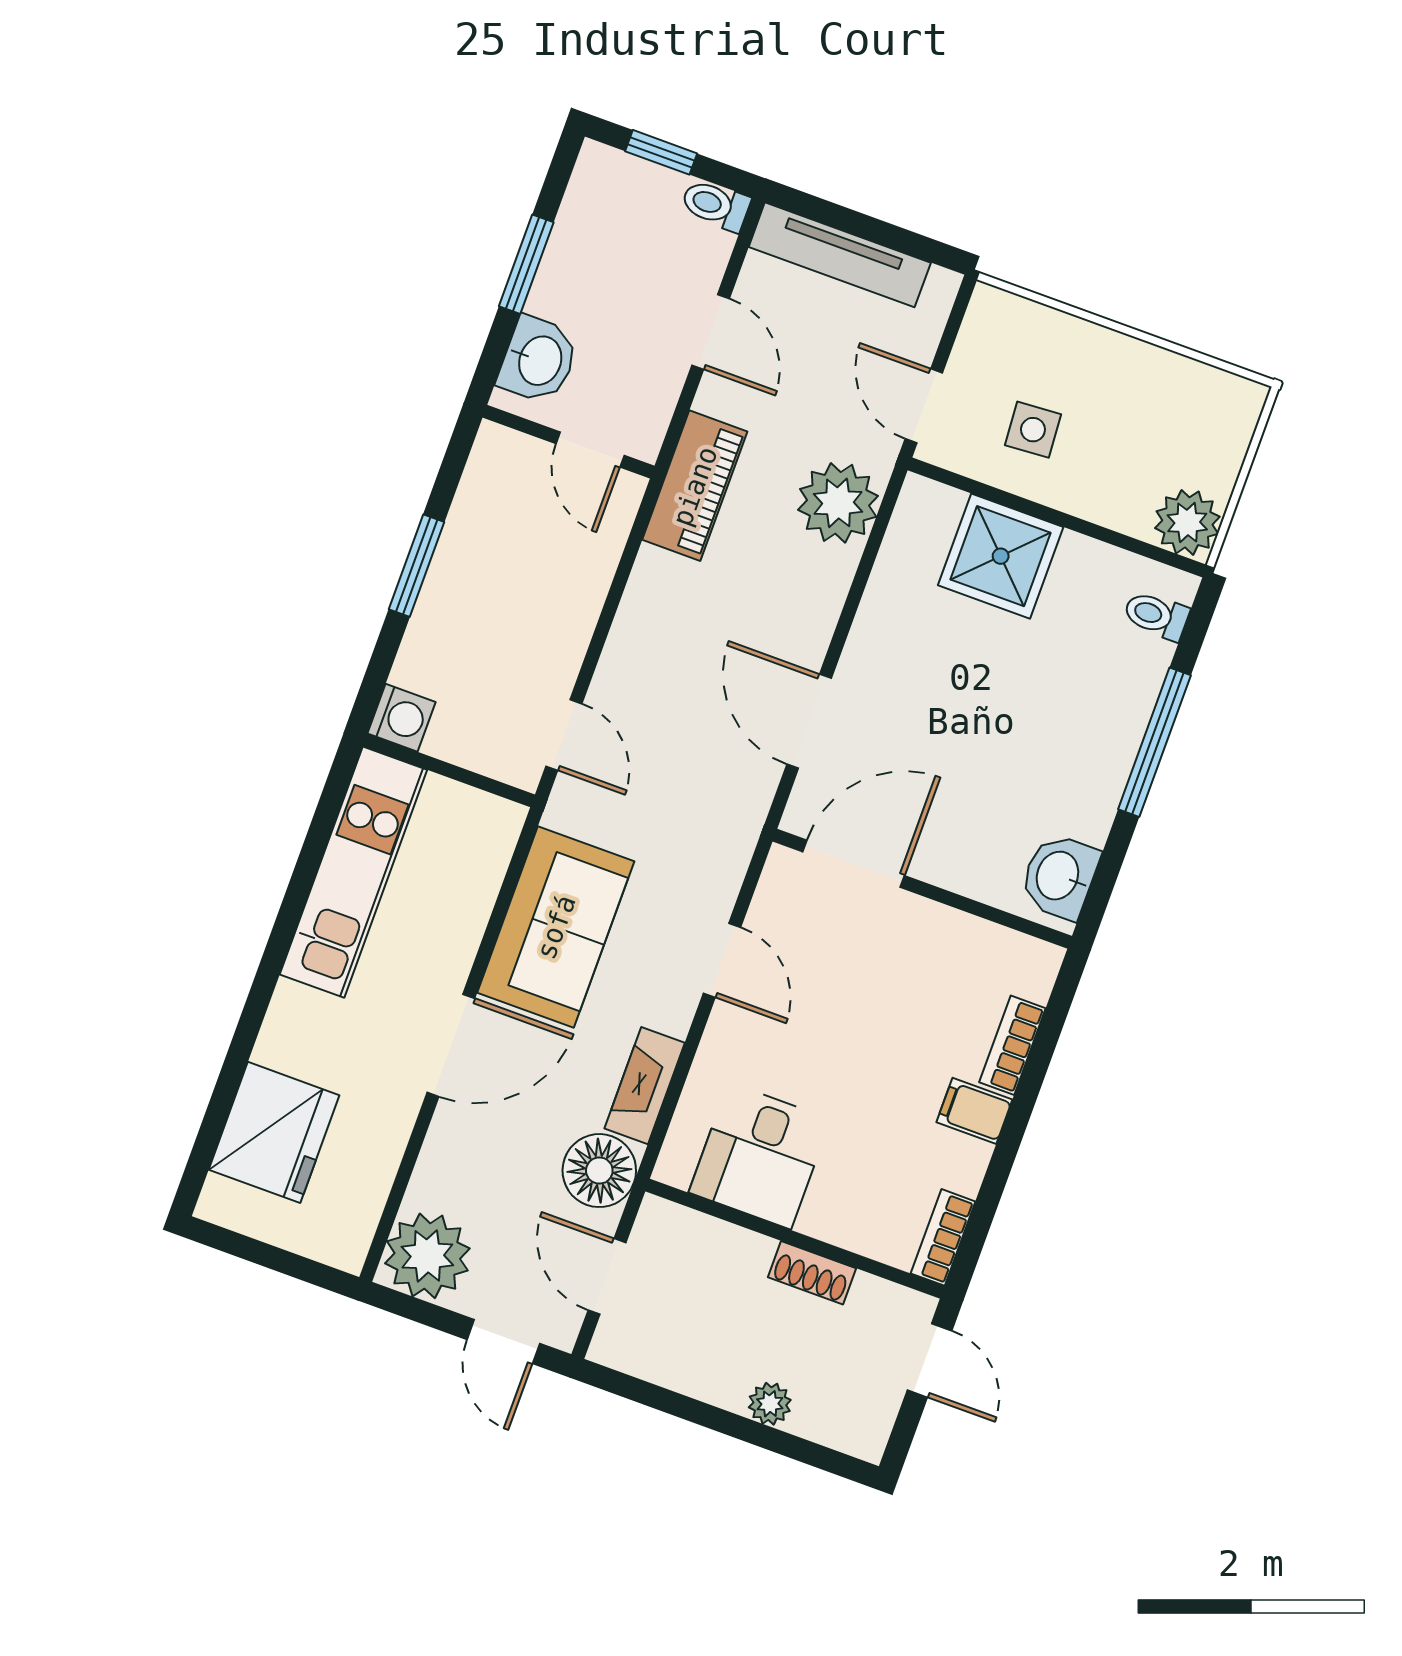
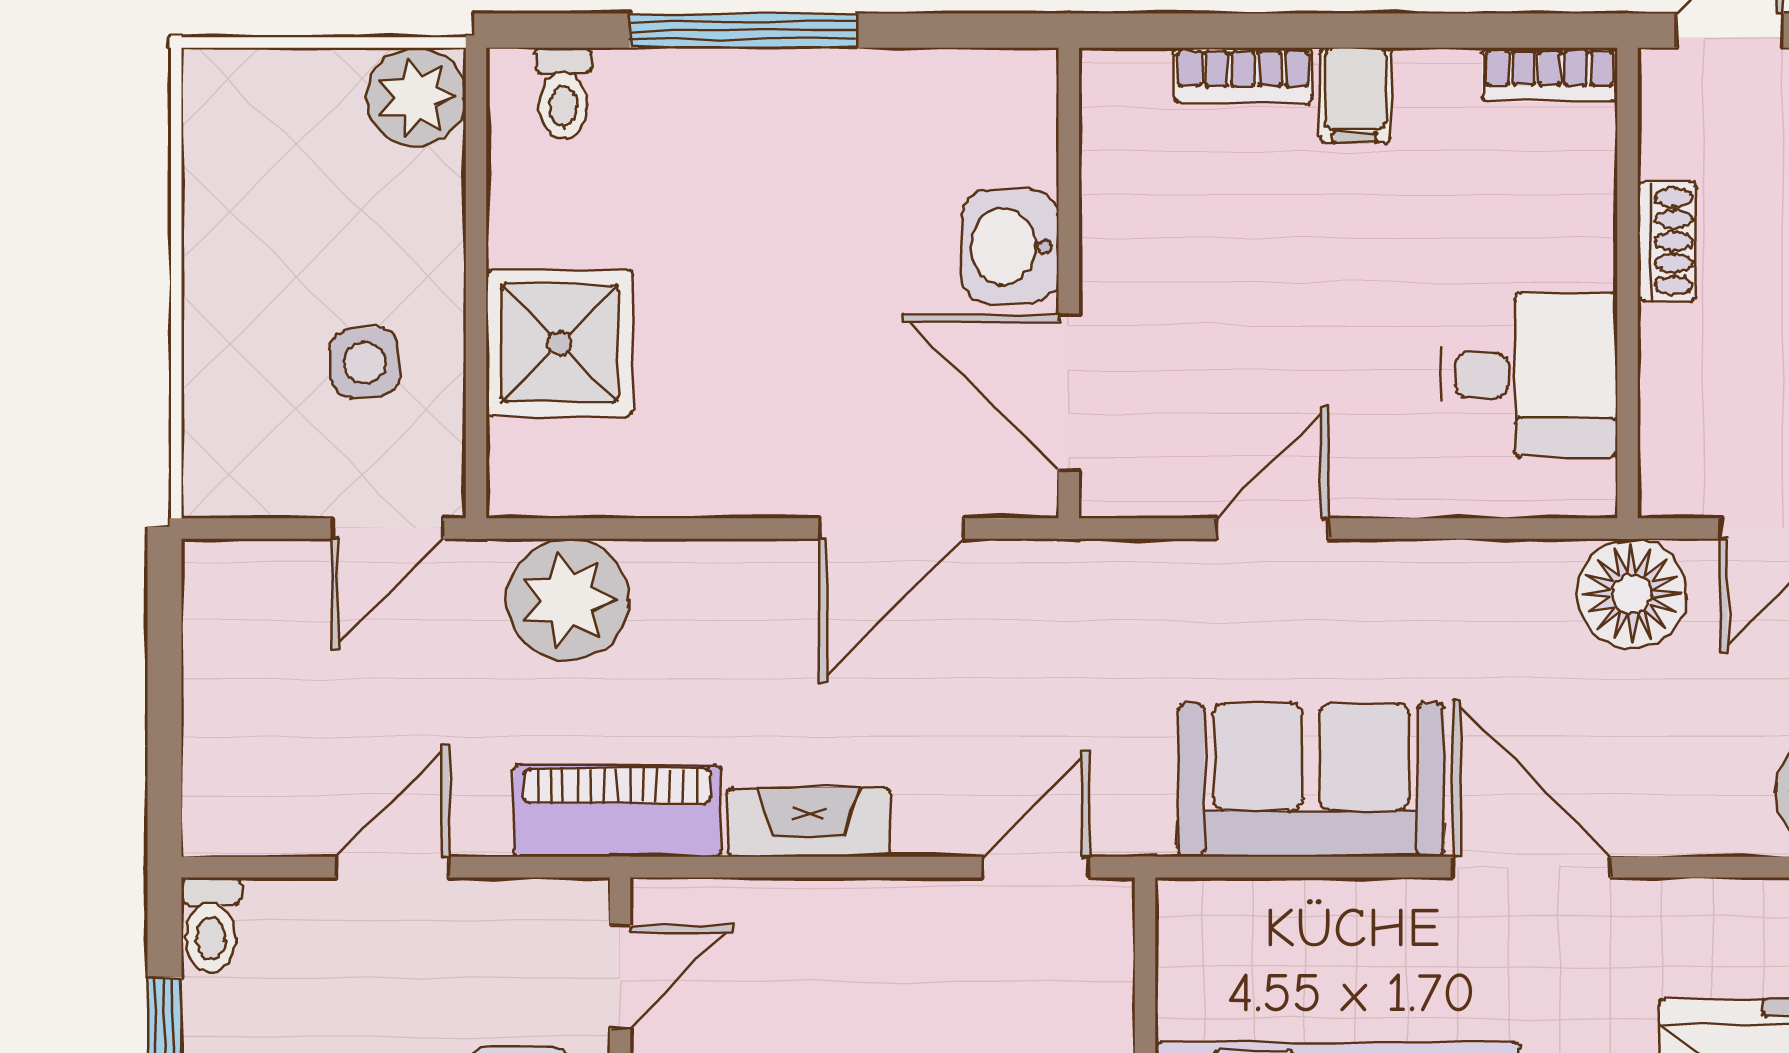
tv unit: (840, 255) -> (217, 725), removed
washbasin: (1059, 876) -> (1010, 246), moved, turned 90
fireplace: (645, 1086) -> (809, 822), moved, turned 180

